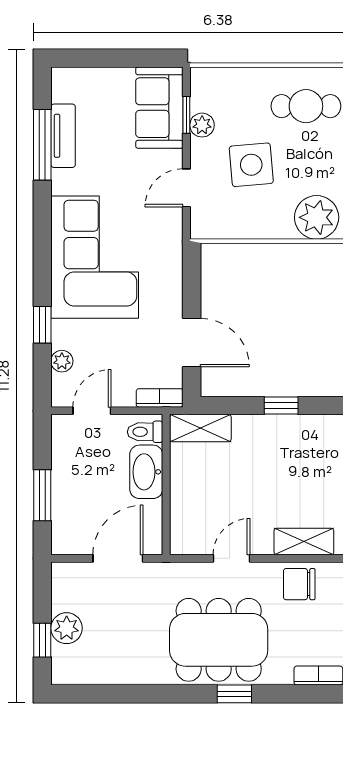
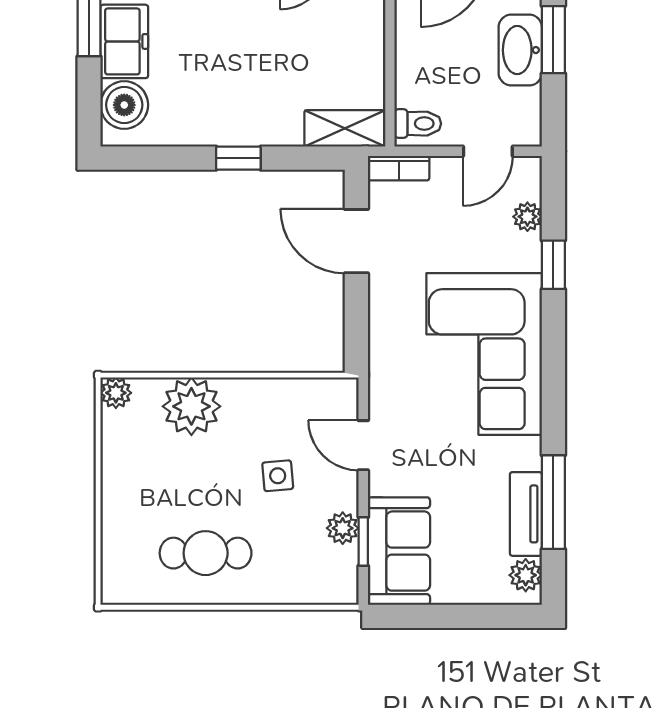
plant: (63, 89) -> (526, 575), added
side table: (251, 165) -> (278, 476), width x0.54, depth x0.54
door: (186, 188) -> (363, 445), swing flipped
washbasin: (146, 472) -> (520, 50), moved, turned 180

